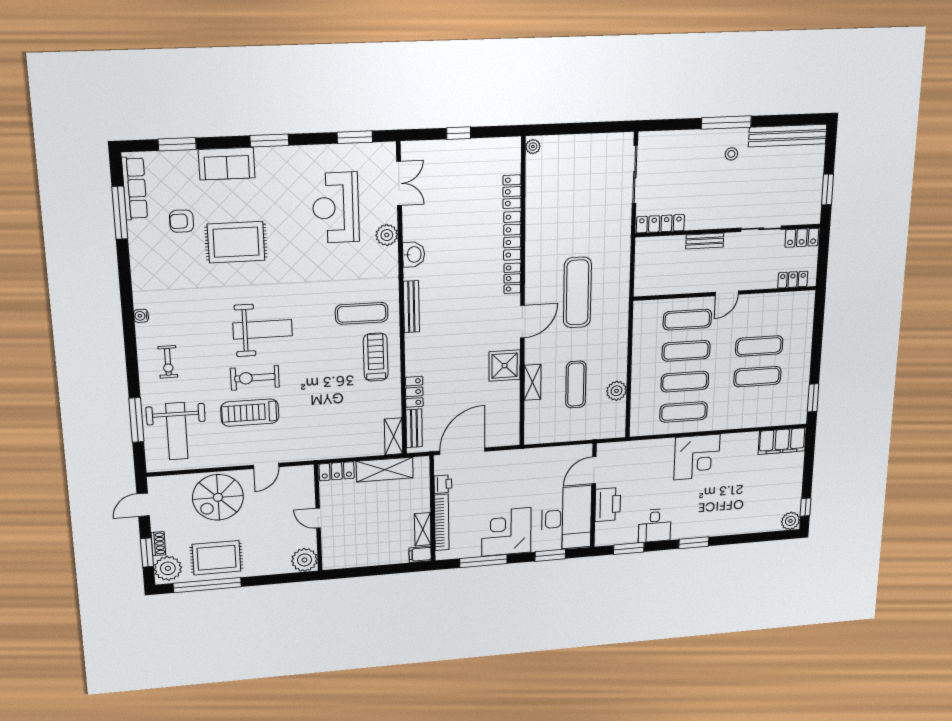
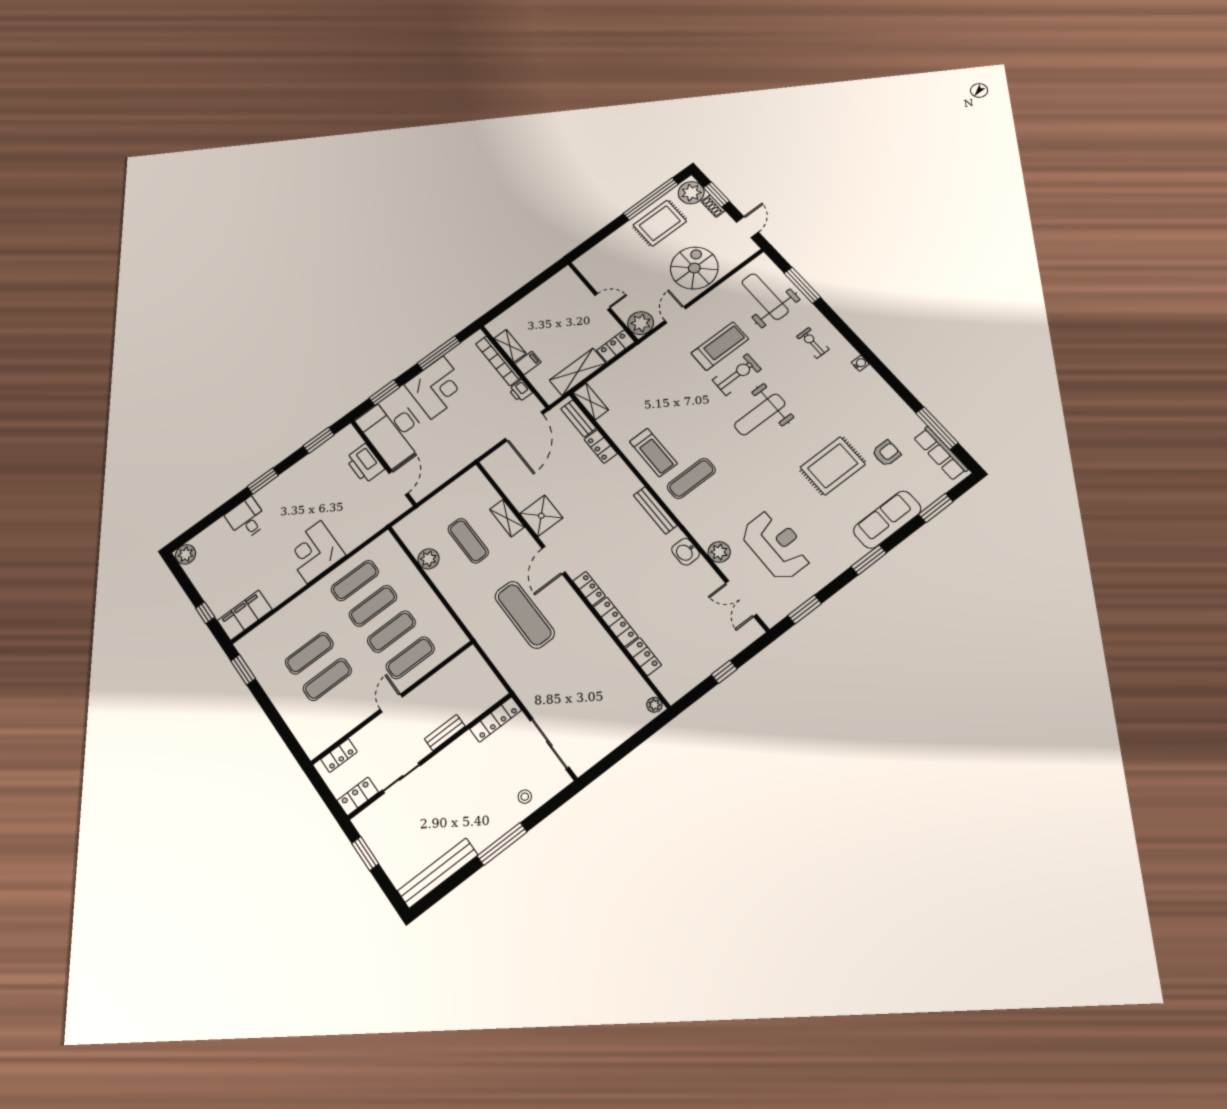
stool: (731, 154) -> (525, 797), moved
sofa: (227, 164) -> (887, 520), width x1.36
window: (805, 507) -> (205, 613), moved
desk: (655, 526) -> (247, 519), moved
filing cabinet: (420, 554) -> (528, 363), moved
plant: (304, 560) -> (641, 323), moved

